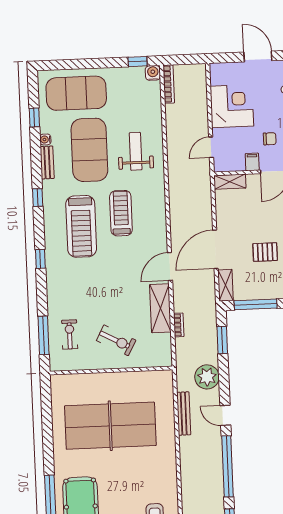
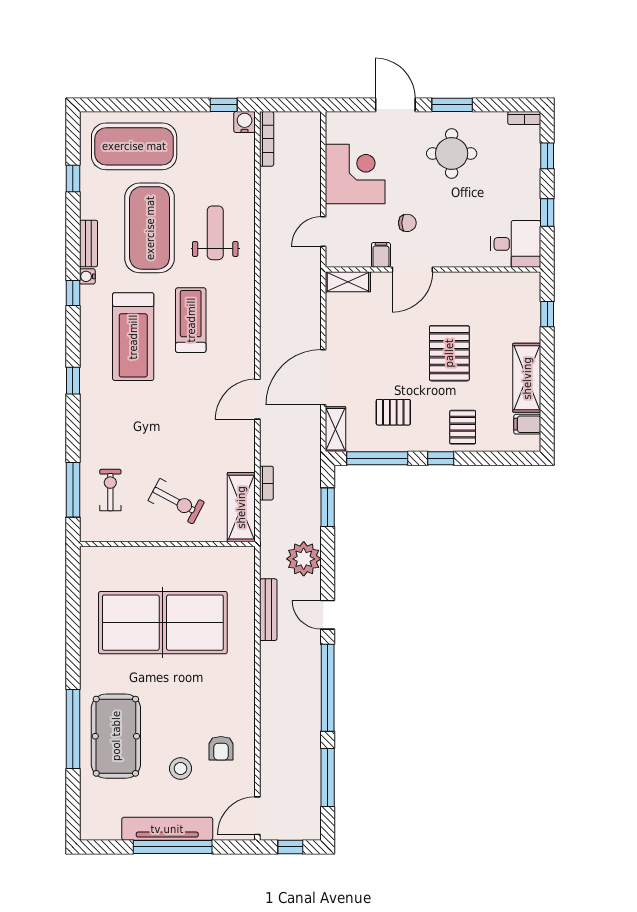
water cooler: (45, 139) -> (87, 276), moved
pallet: (265, 252) -> (393, 412), moved
shelving: (160, 308) -> (241, 507), moved

